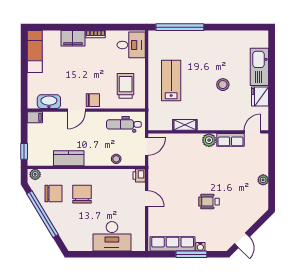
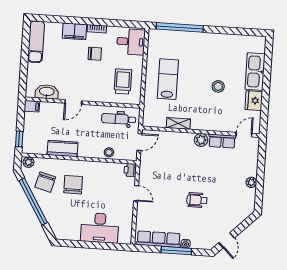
chair: (93, 100) -> (95, 54), moved
chair: (54, 193) -> (45, 182), turned 105

